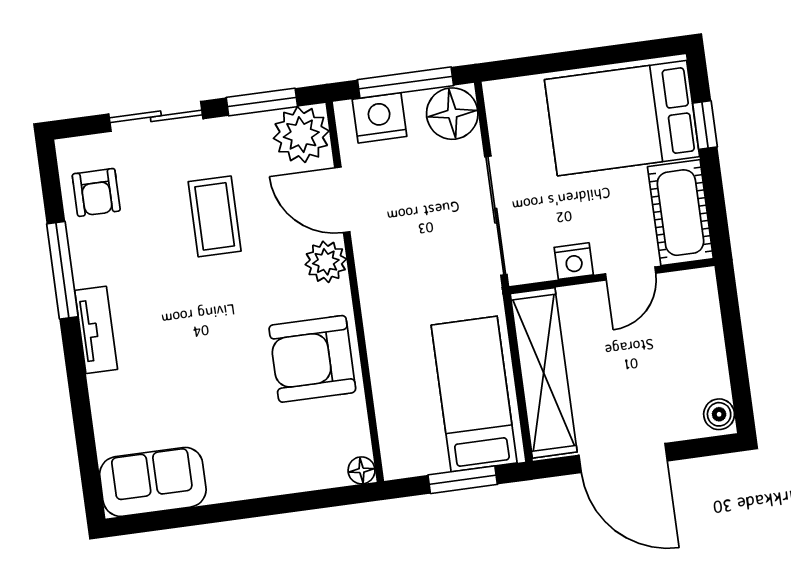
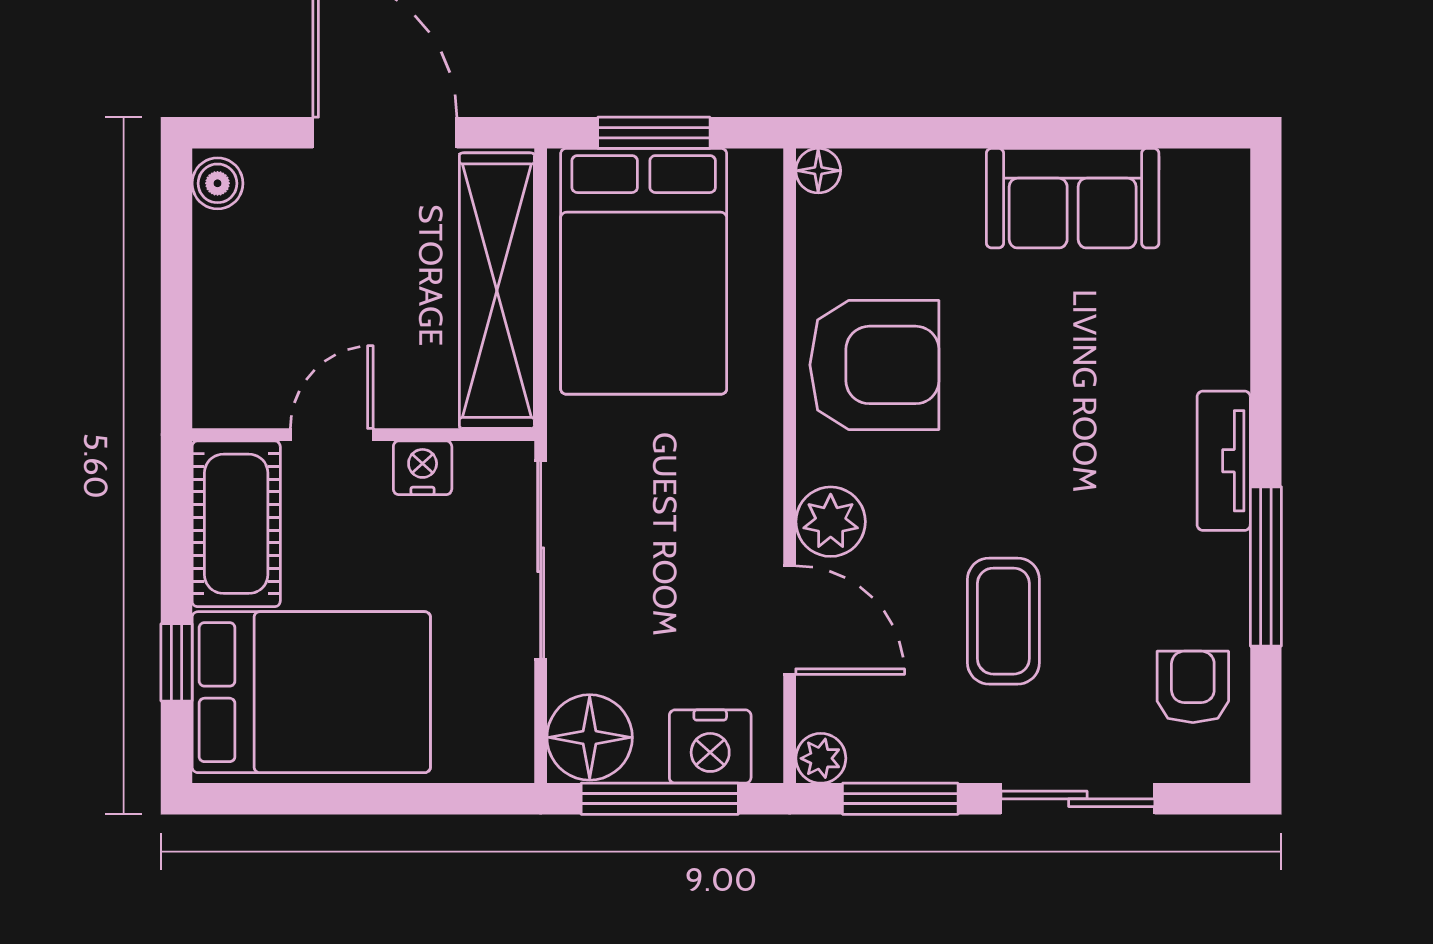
plant: (301, 135) -> (821, 758), width x0.53, depth x0.53
bed: (474, 394) -> (644, 271), width x1.50
sofa: (153, 482) -> (1073, 198), moved

